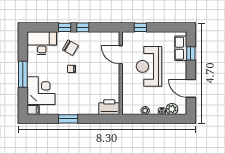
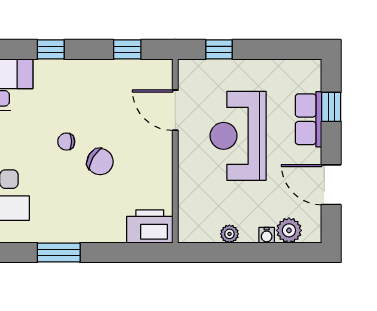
window: (83, 27) -> (127, 49), moved
chair: (70, 48) -> (100, 162), moved
row of seats: (181, 48) -> (309, 119), moved

